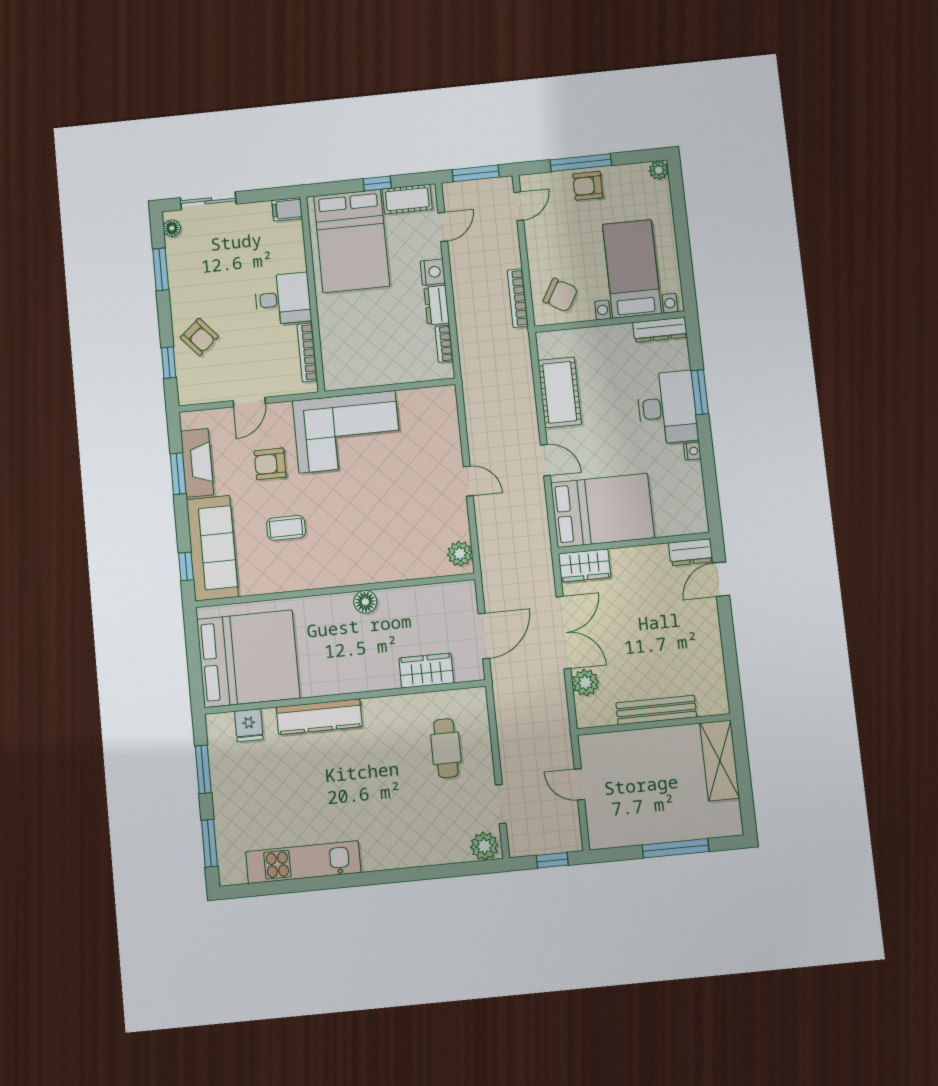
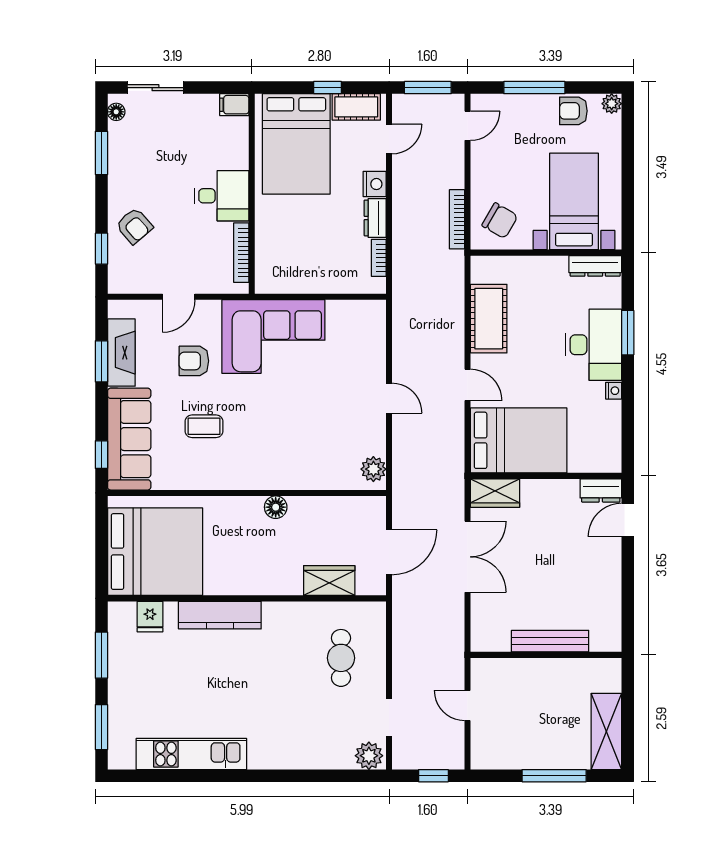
armchair: (588, 186) -> (573, 111), moved
plant: (585, 683) -> (484, 608), removed
shelving: (720, 761) -> (606, 731), moved

